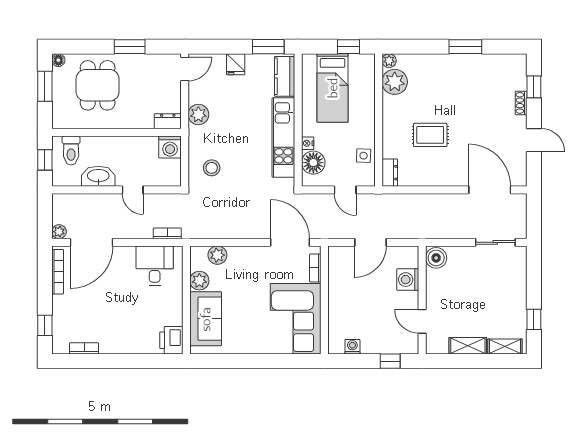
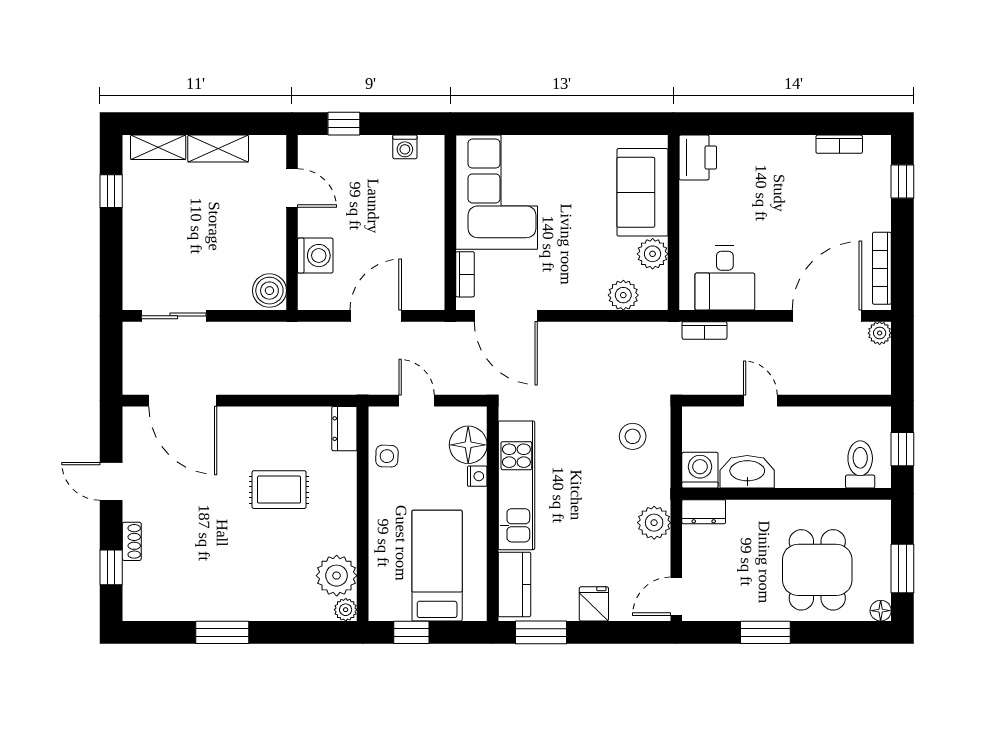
washbasin: (98, 176) -> (747, 472), moved, turned 180

